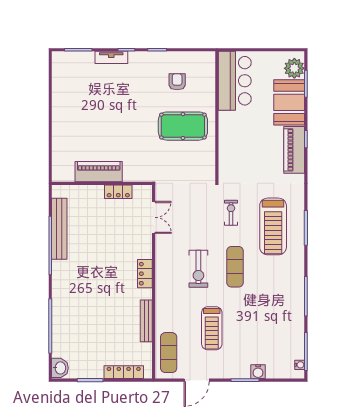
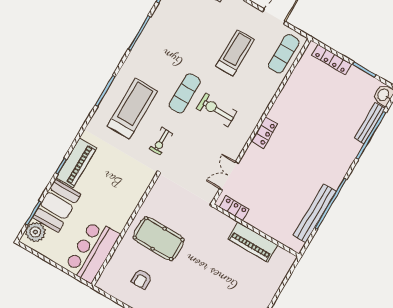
locker: (118, 192) -> (234, 208), moved
exercise bike: (198, 269) -> (217, 110), turned -90
bench: (146, 321) -> (370, 123), moved

